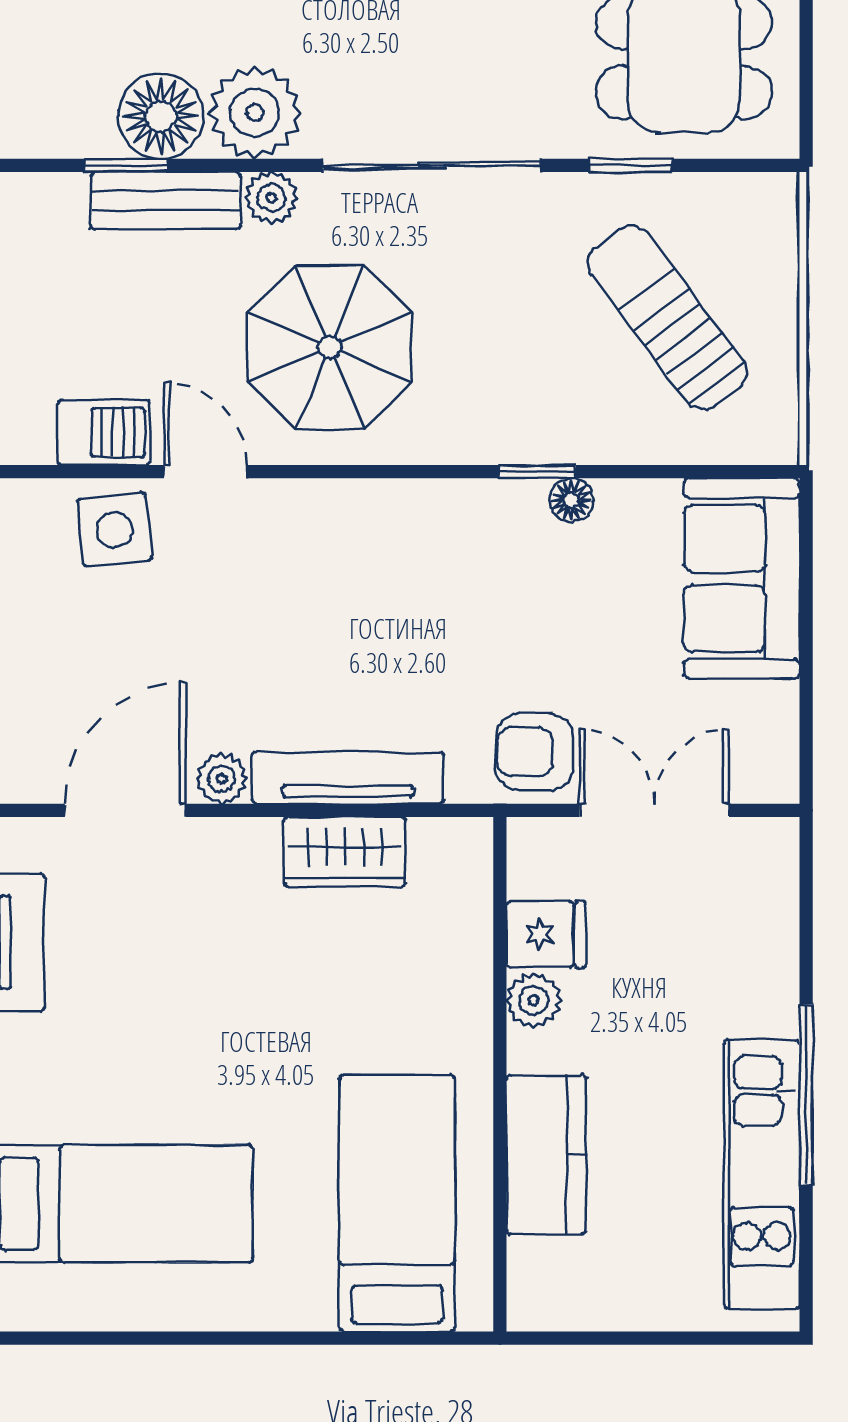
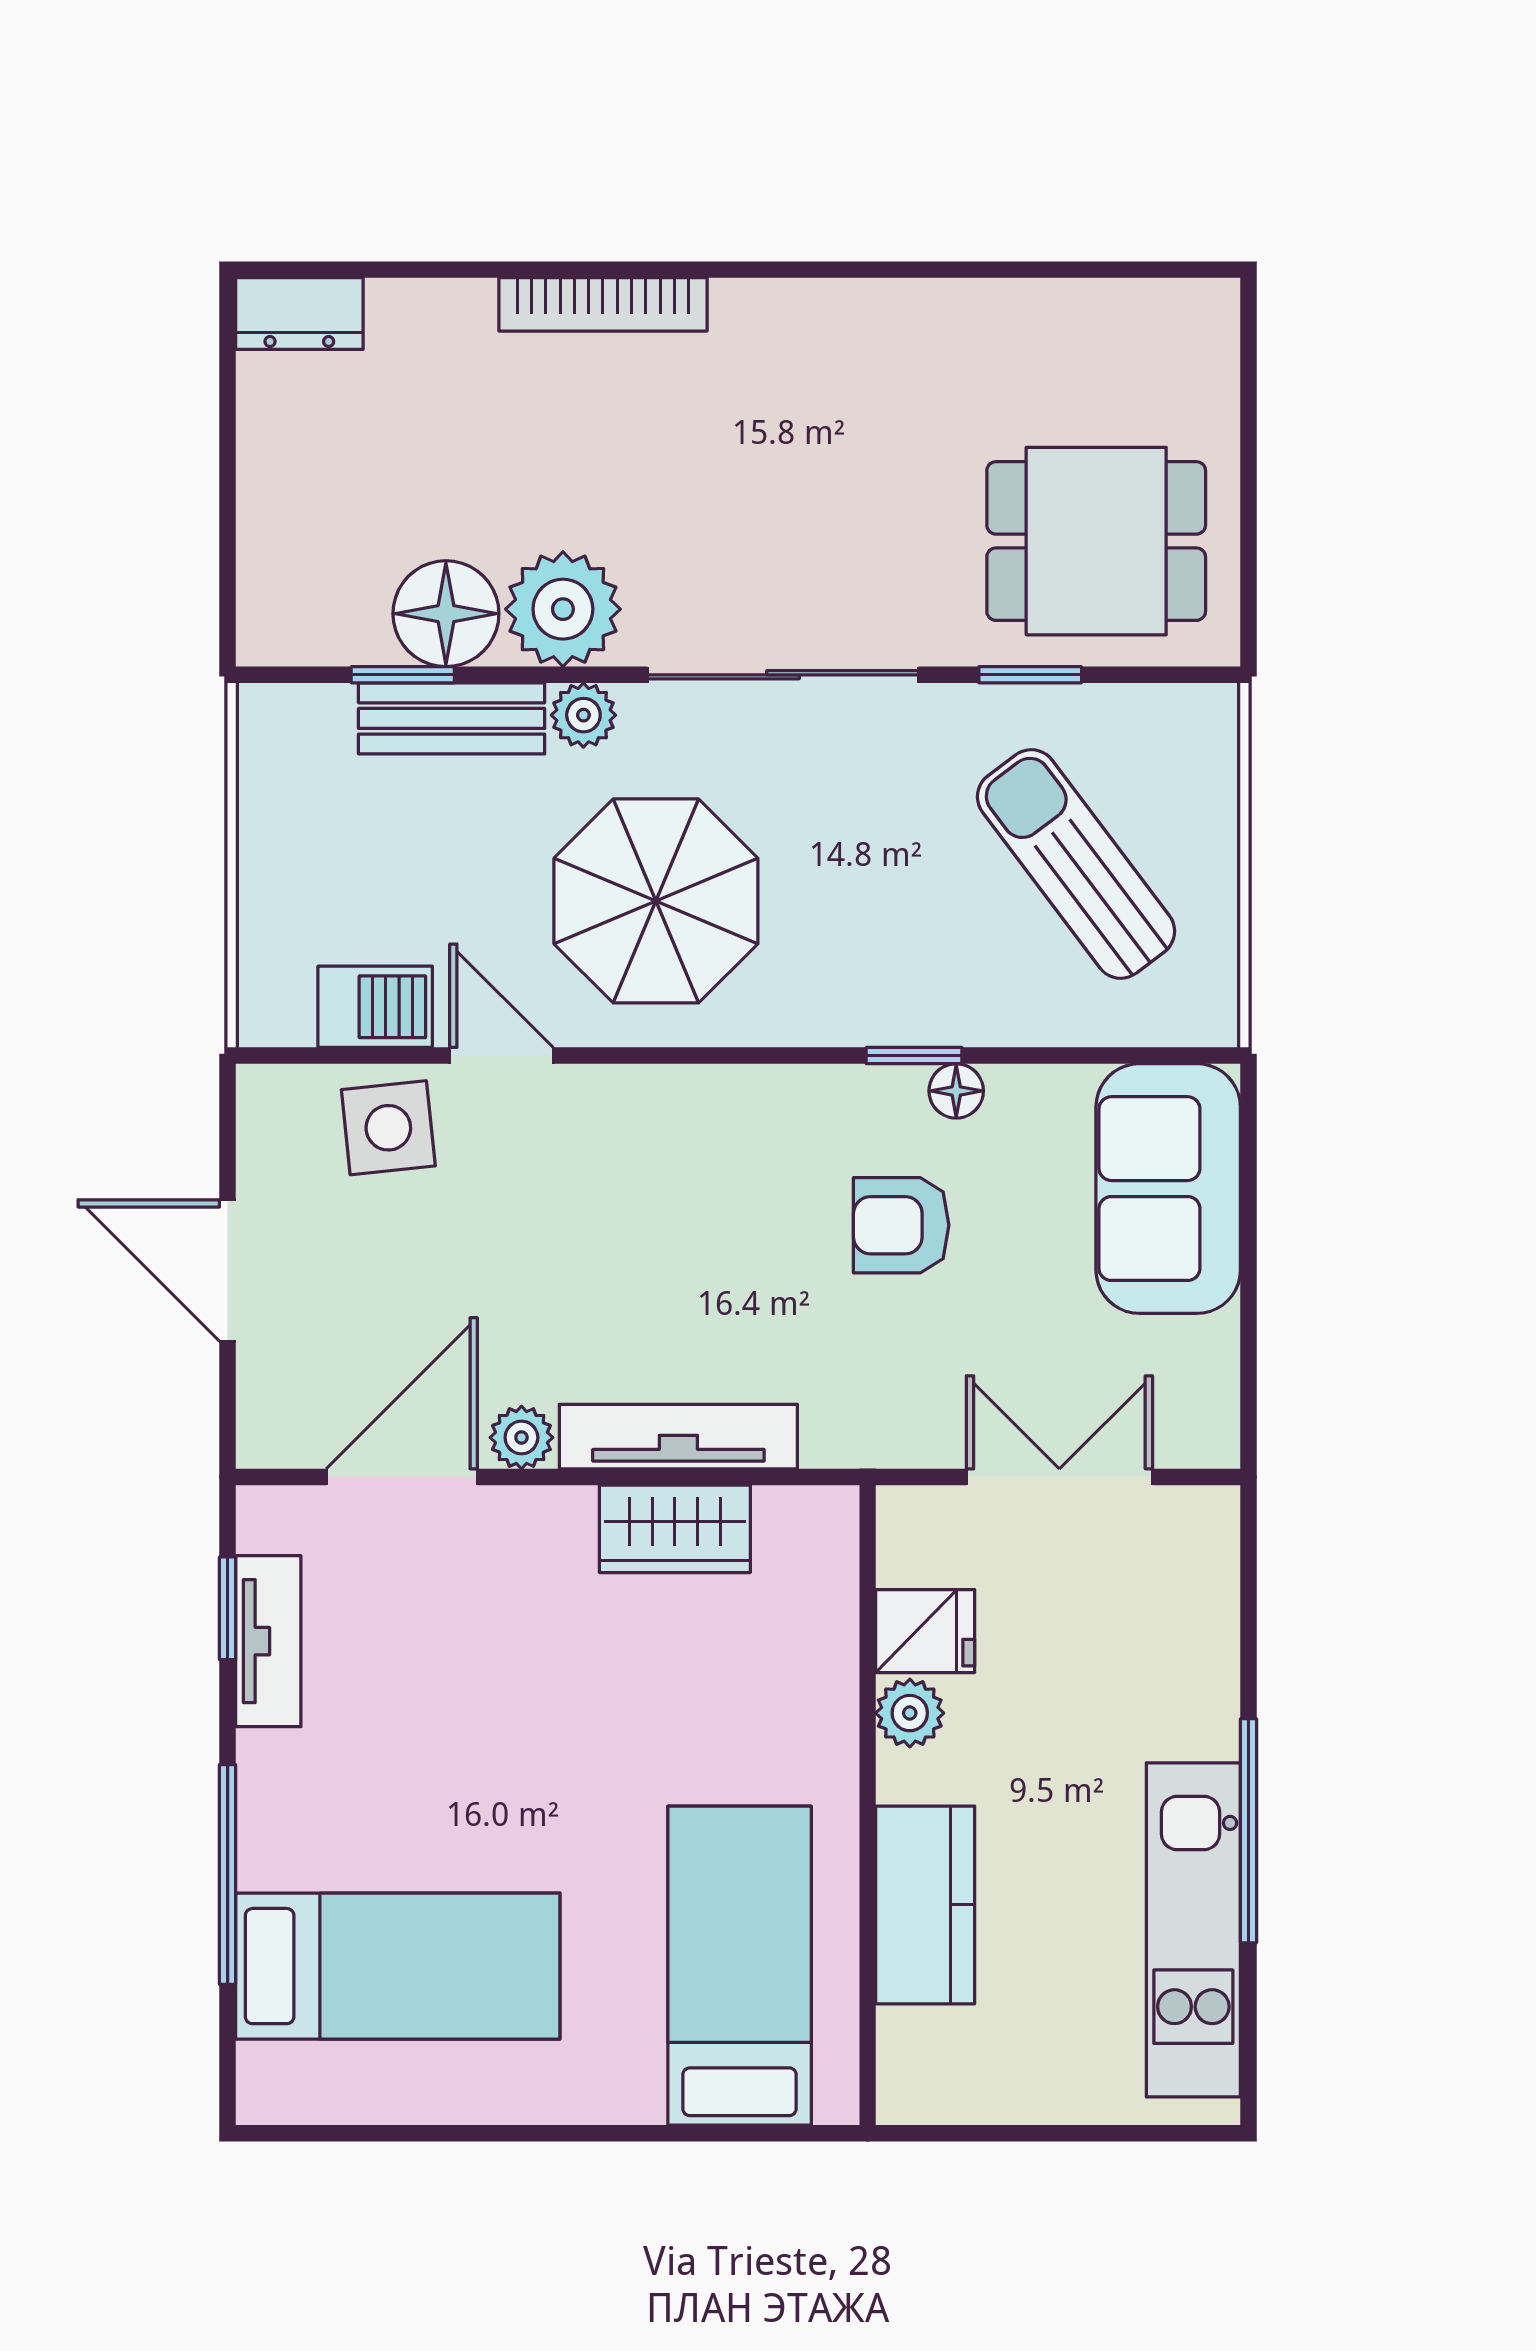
armchair: (534, 752) -> (901, 1225), moved

